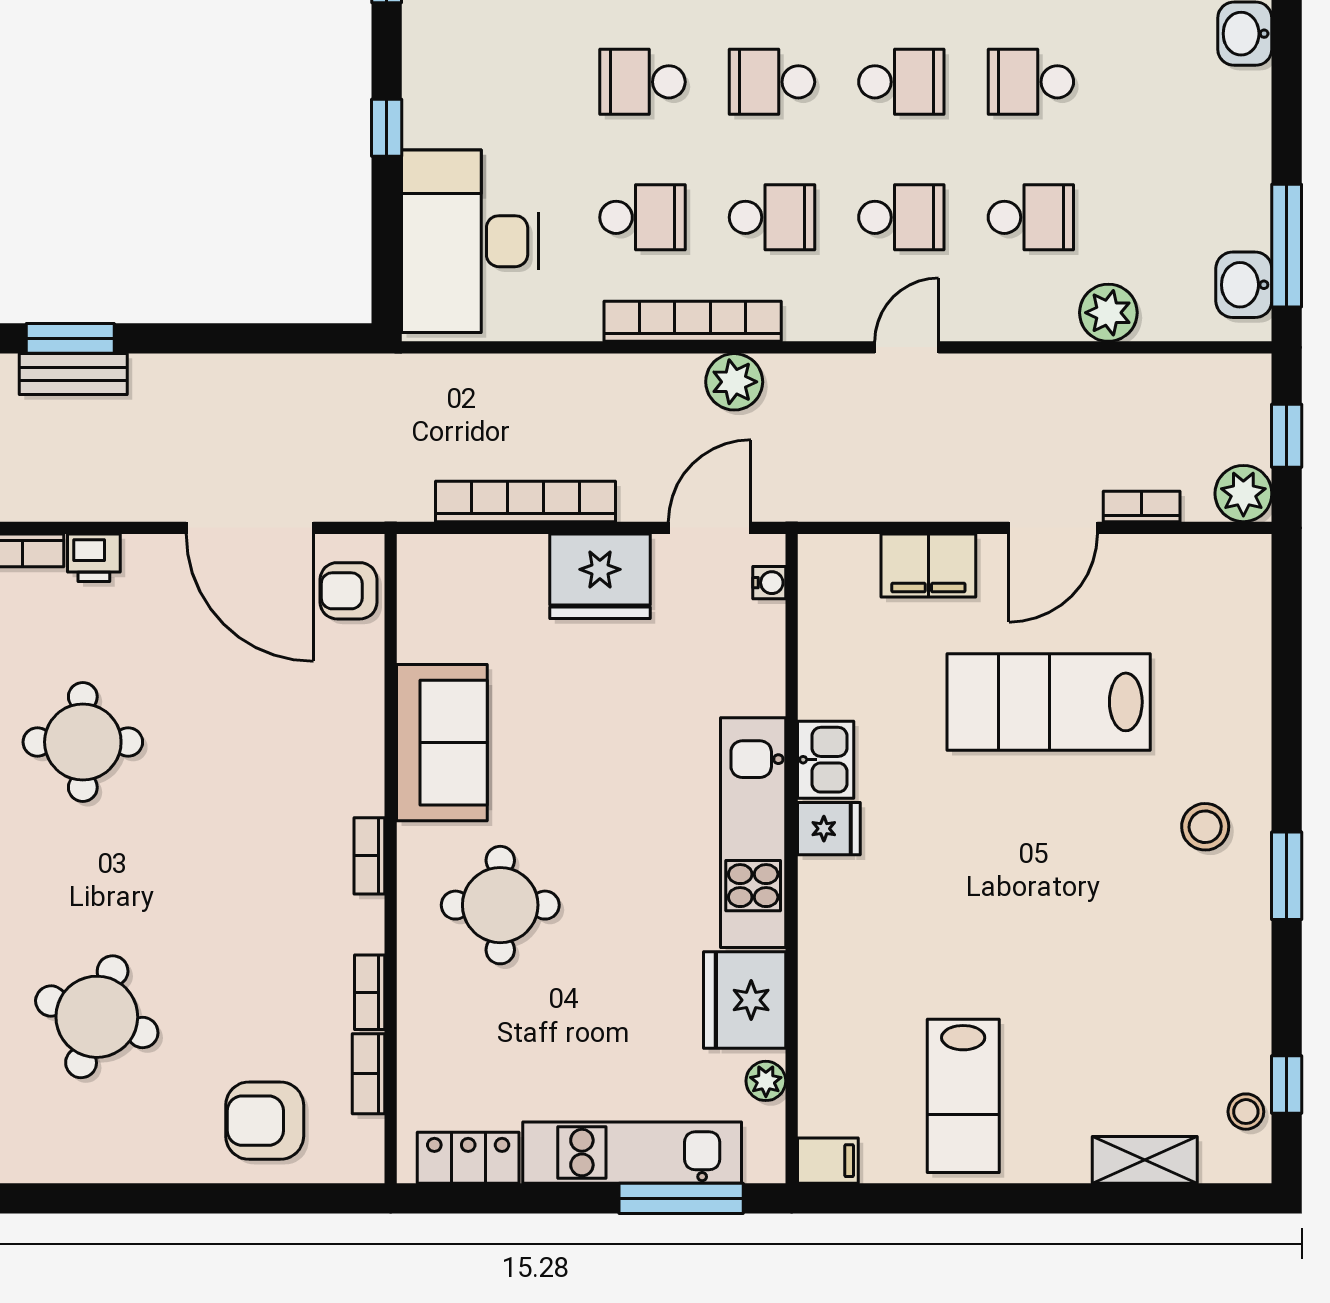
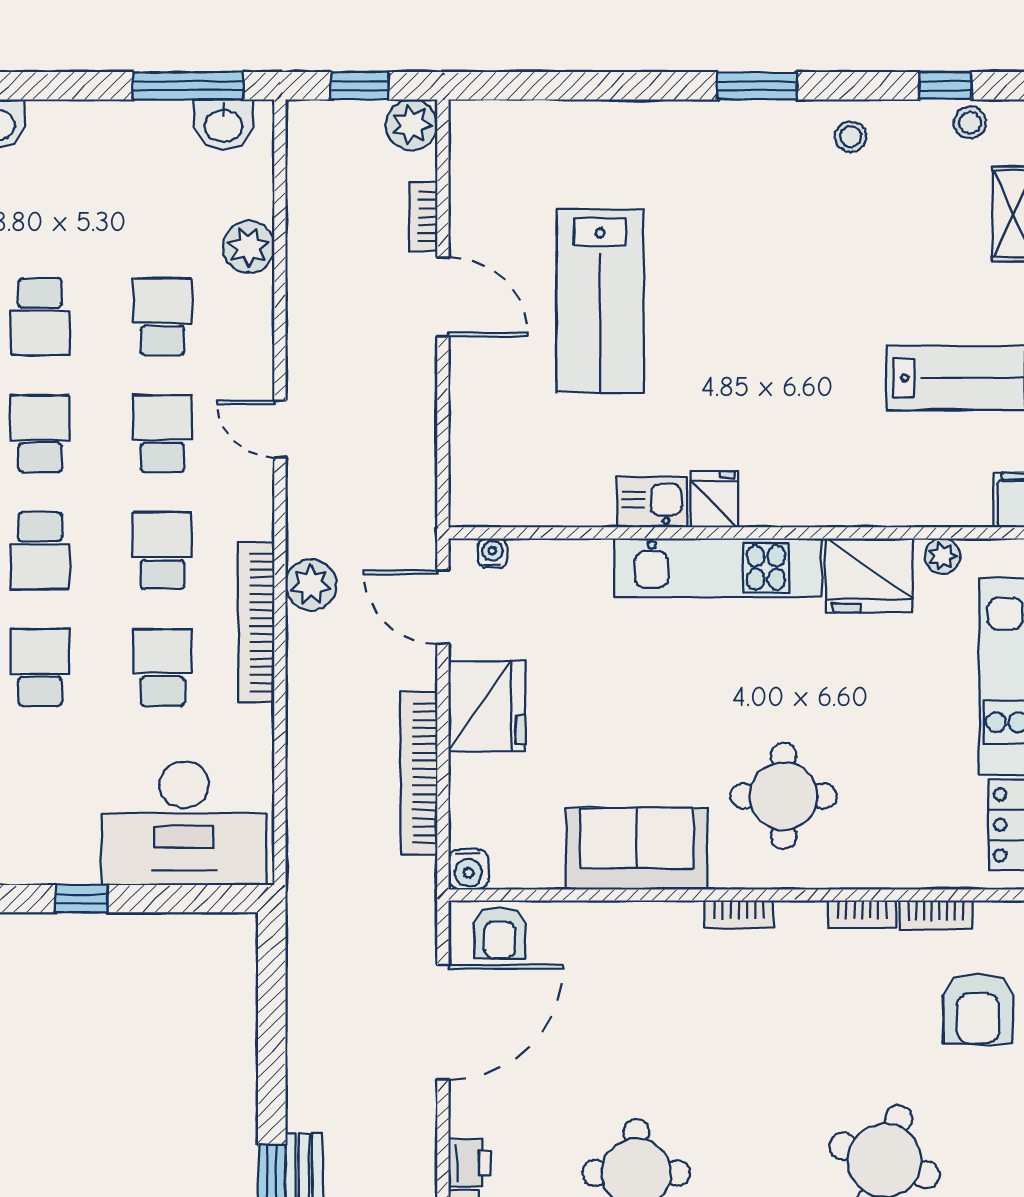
school desk: (642, 82) -> (40, 668), turned 180
water cooler: (419, 556) -> (468, 869), added
filing cabinet: (928, 565) -> (477, 409), removed
stool: (1205, 827) -> (851, 137), moved, width x0.73, depth x0.73

